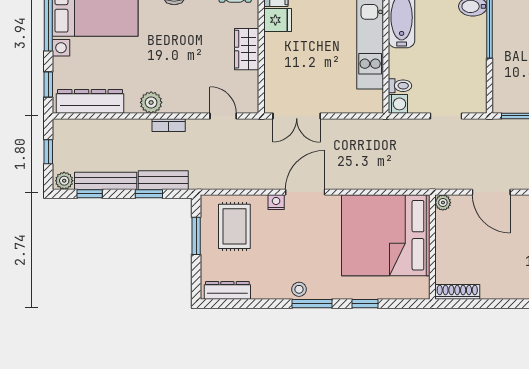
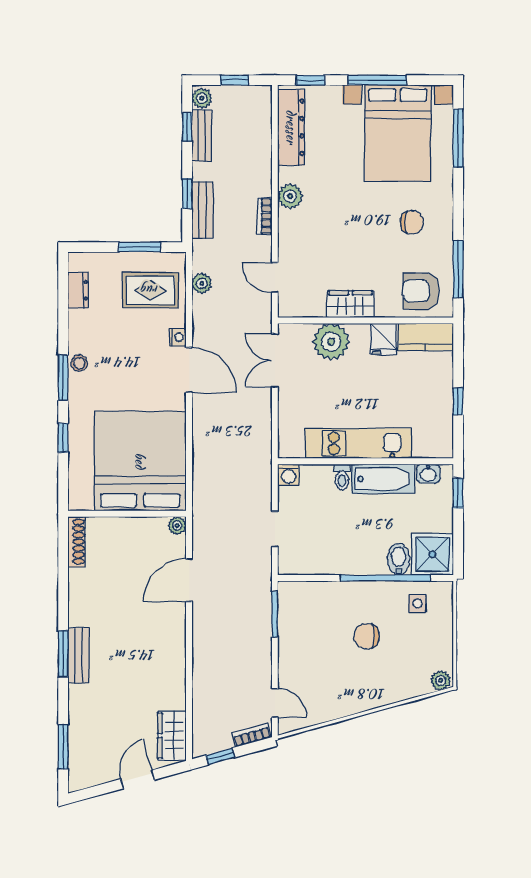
plant: (280, 66) -> (331, 342), added
toilet: (400, 86) -> (342, 477), moved
door: (223, 116) -> (275, 278), swing flipped
bench: (106, 181) -> (202, 136), width x0.73
plant: (228, 181) -> (202, 283), added
dresser: (227, 290) -> (78, 290), width x0.70

